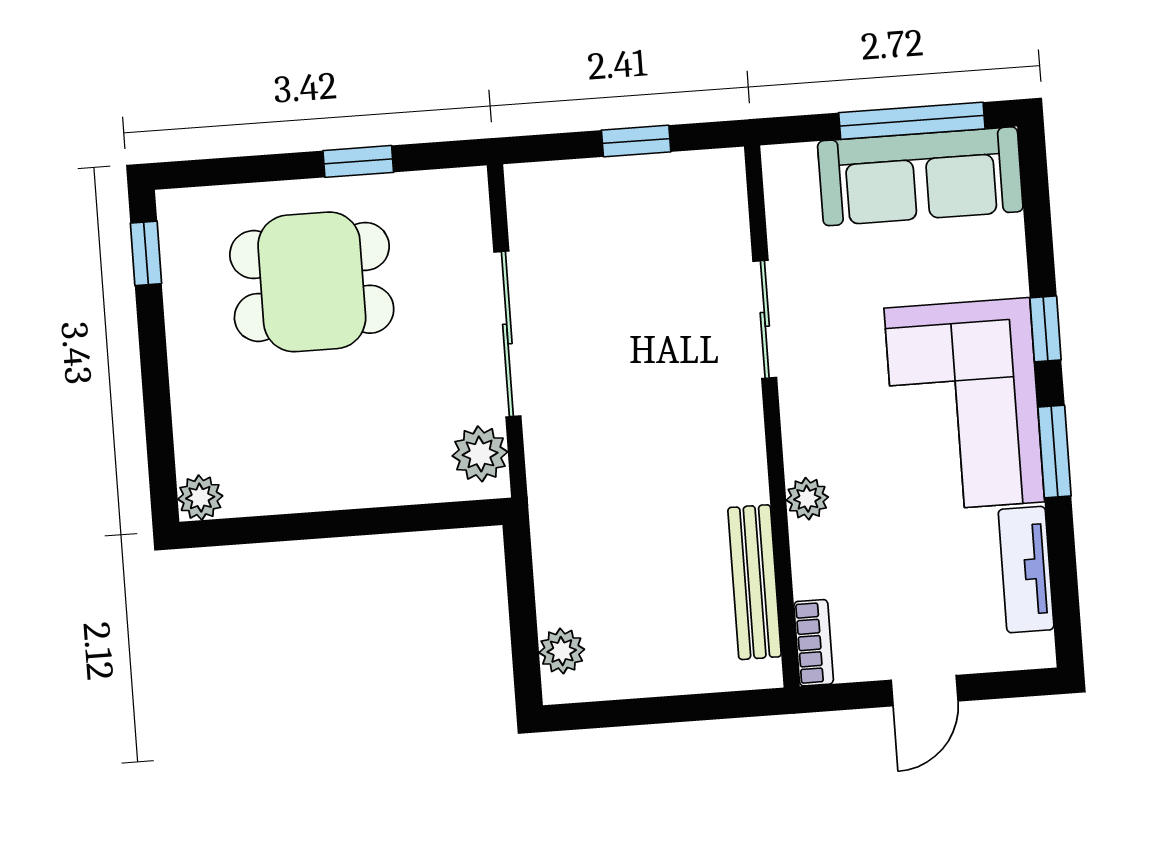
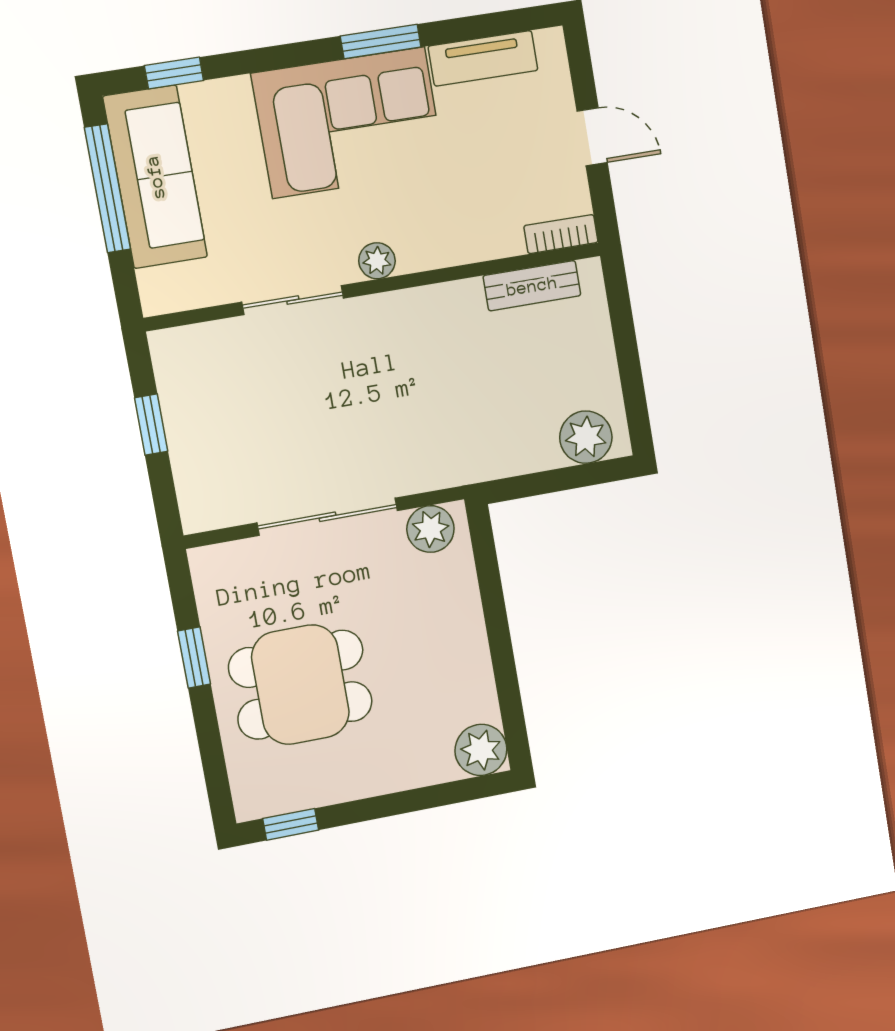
dining table: (312, 282) -> (300, 685), turned 90
window: (1046, 329) -> (174, 73), moved
plant: (200, 498) -> (481, 750), width x1.38, depth x1.38
plant: (807, 499) -> (377, 261), moved
bench: (755, 582) -> (532, 286), width x0.73
plant: (562, 651) -> (586, 437), width x1.38, depth x1.38

